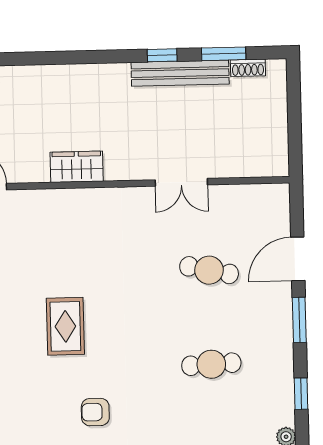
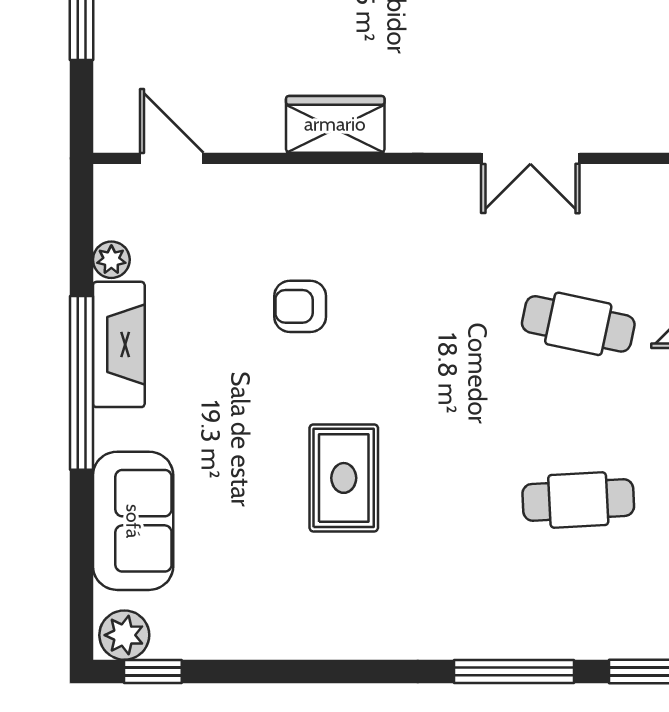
rug: (65, 326) -> (344, 478), moved
armchair: (95, 412) -> (300, 306), moved

